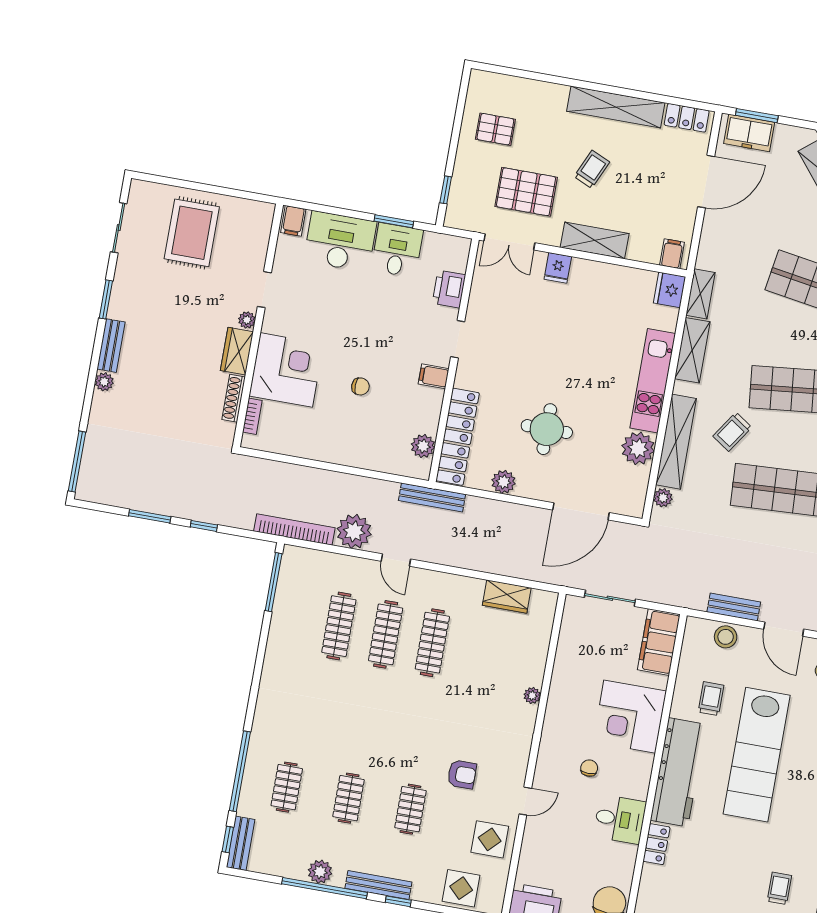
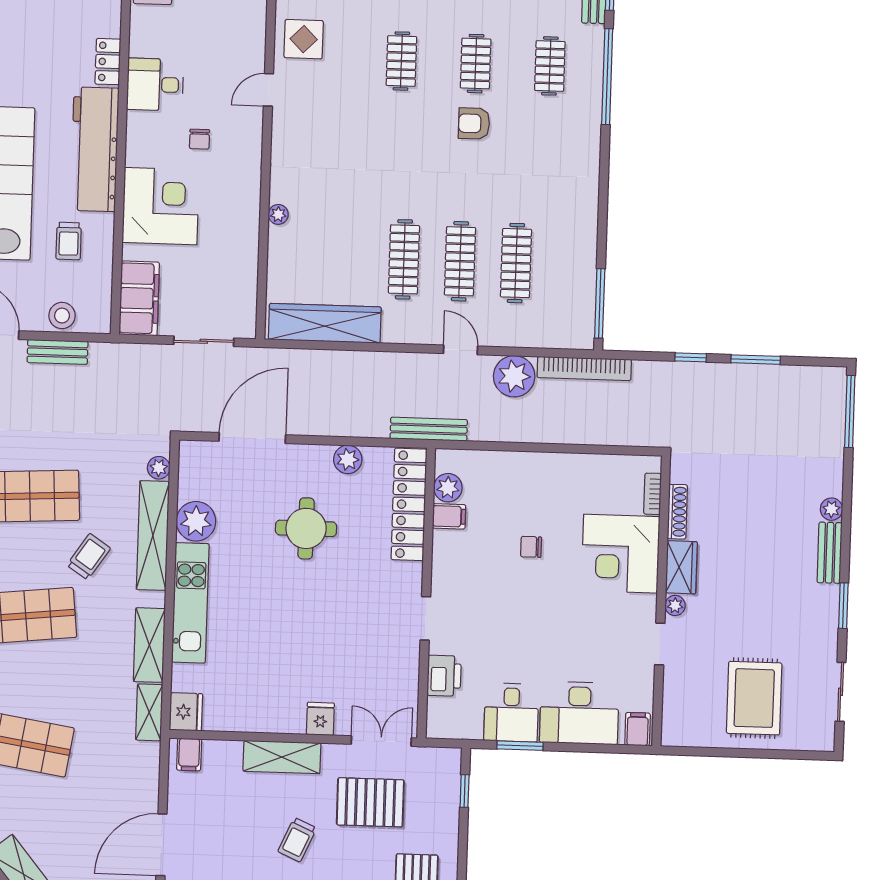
filing cabinet: (434, 376) -> (449, 516), moved
wardrobe: (507, 597) -> (325, 323), width x2.10, depth x1.17
armchair: (462, 774) -> (474, 123), moved

